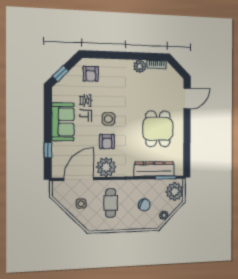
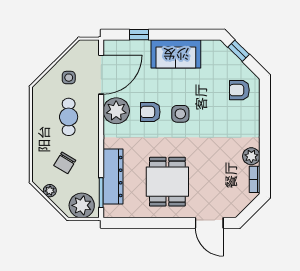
dining table: (158, 129) -> (167, 182), turned 90
door: (79, 179) -> (101, 75), hinge flipped
cafe table: (111, 203) -> (69, 117), turned 90

